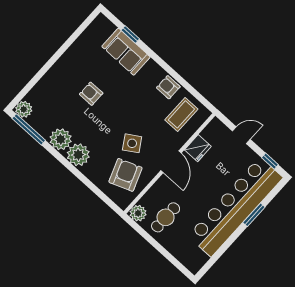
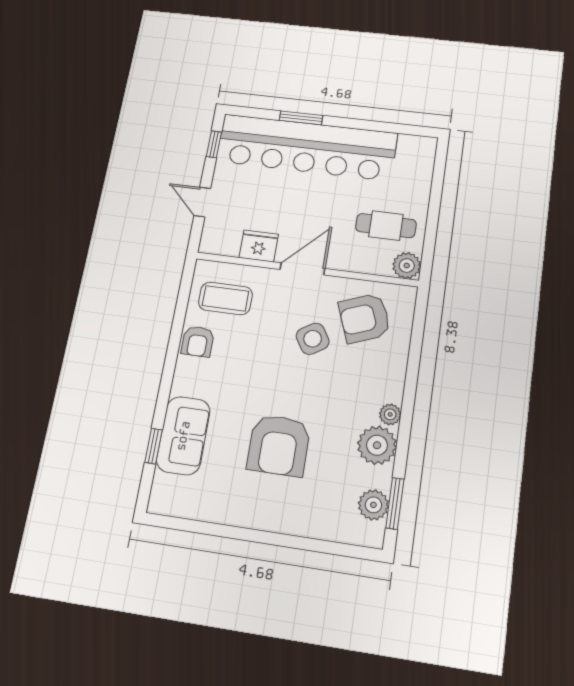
armchair: (91, 94) -> (279, 445), width x1.88, depth x1.88
plant: (24, 109) -> (373, 505), moved
window: (29, 129) -> (395, 503), width x0.69
plant: (78, 155) -> (390, 414), width x0.53, depth x0.53

